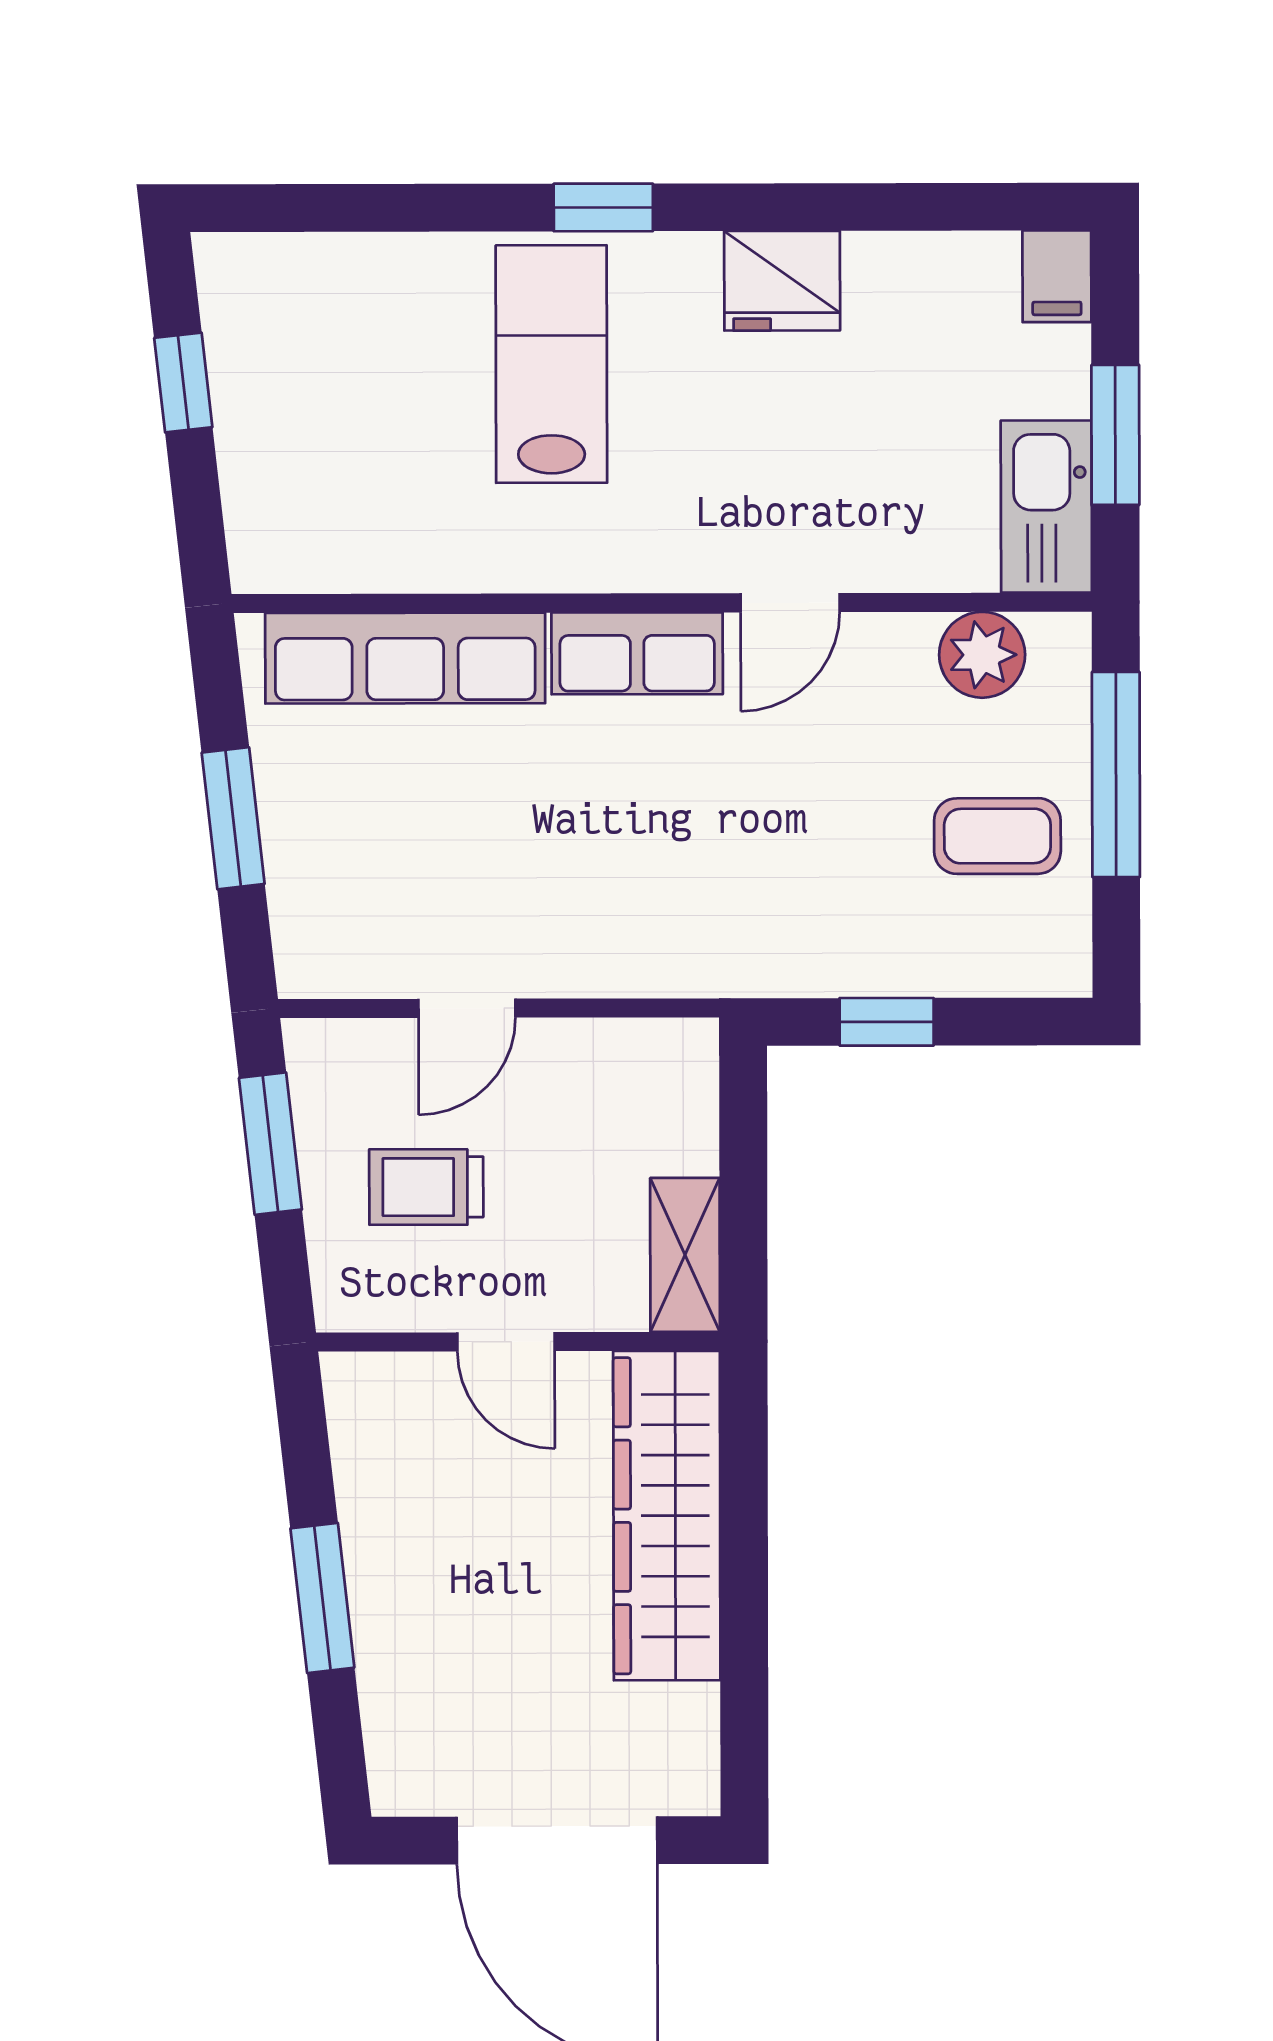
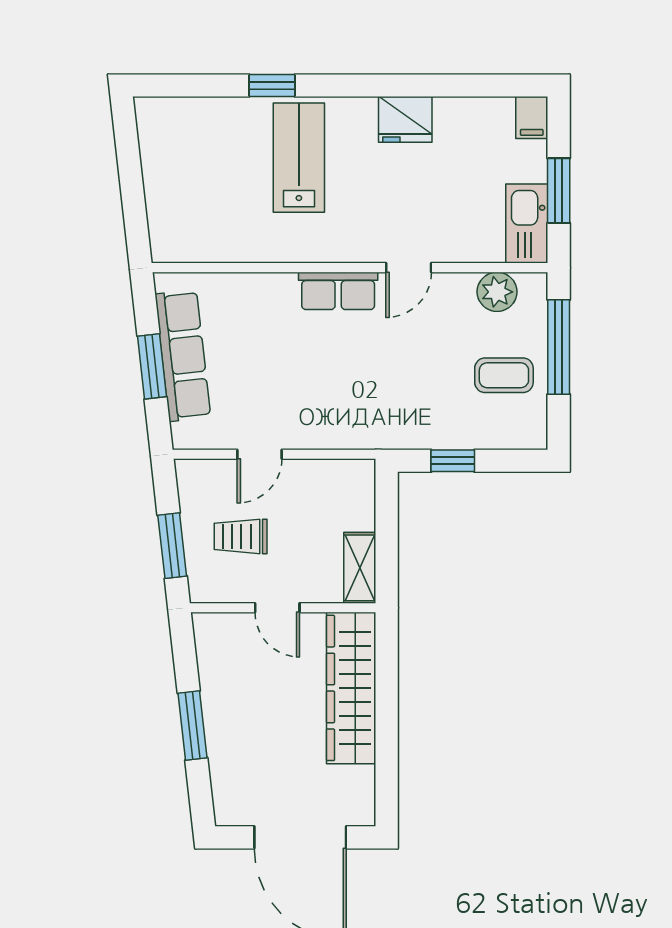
window: (603, 207) -> (272, 86), moved
window: (183, 382) -> (129, 166), removed
row of seats: (405, 658) -> (183, 356), moved, turned -96
window: (270, 1144) -> (172, 546), moved

